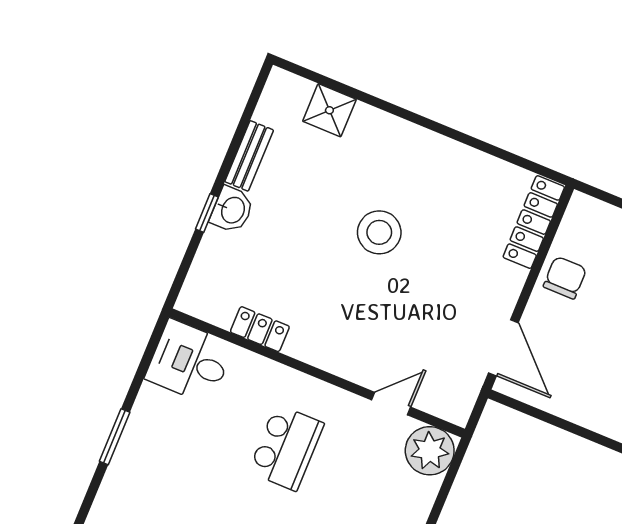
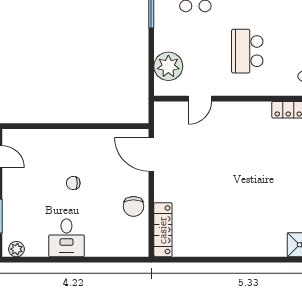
stool: (379, 232) -> (245, 189), removed
plant: (430, 451) -> (168, 66), moved

